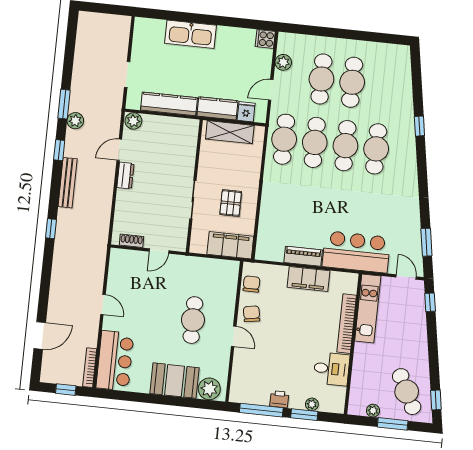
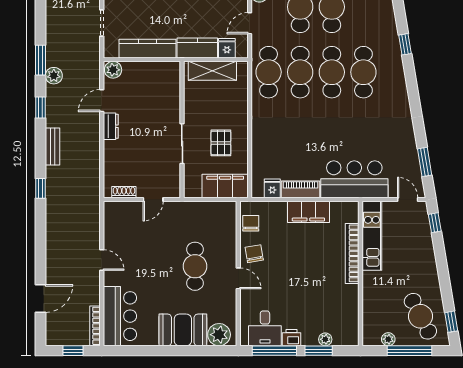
bench: (68, 183) -> (53, 146), width x0.73
fridge: (276, 252) -> (272, 188), added
desk: (331, 369) -> (265, 328), moved, turned 90
window: (393, 424) -> (410, 351), width x1.44

